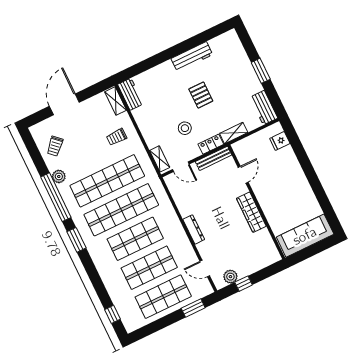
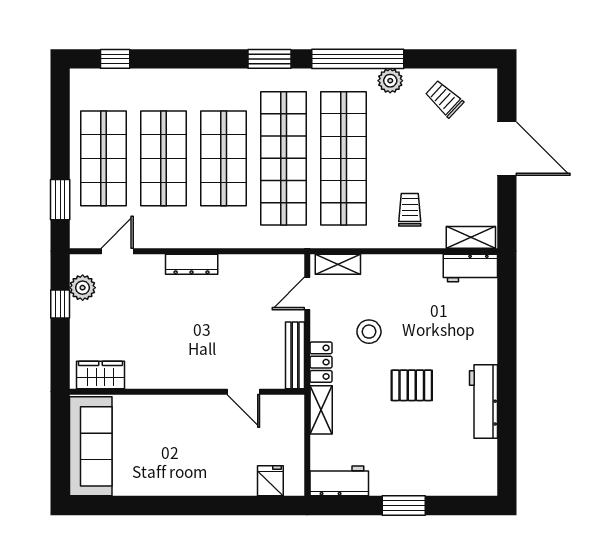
wardrobe: (251, 212) -> (101, 375), moved, width x0.67

